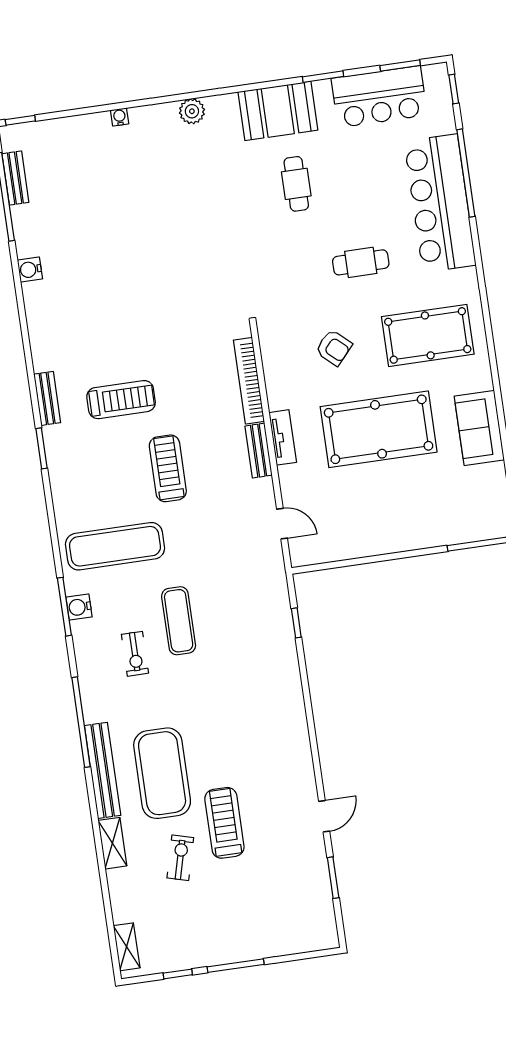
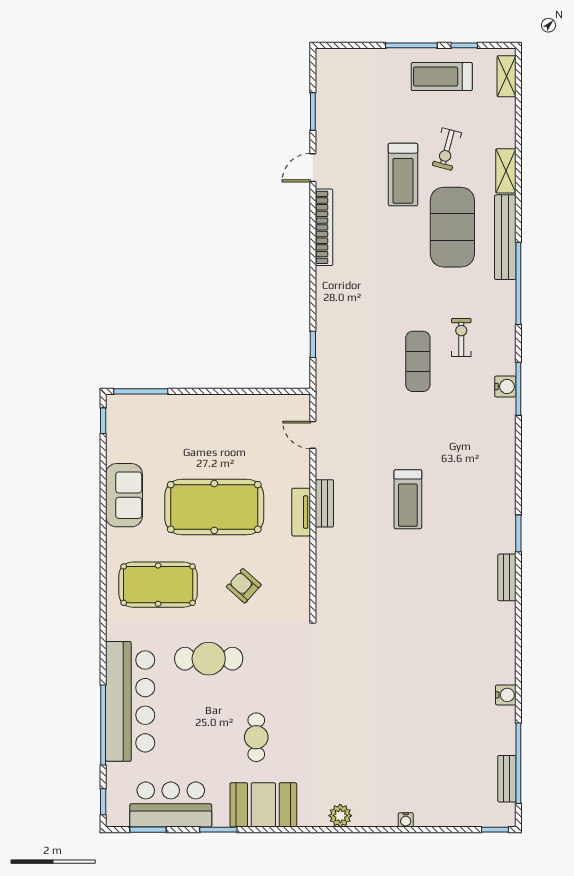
cafe table: (361, 262) -> (209, 659), width x1.37, depth x1.35
bookcase: (249, 381) -> (324, 227), moved
treadmill: (121, 400) -> (442, 77), moved
exercise mat: (115, 546) -> (465, 436), removed

